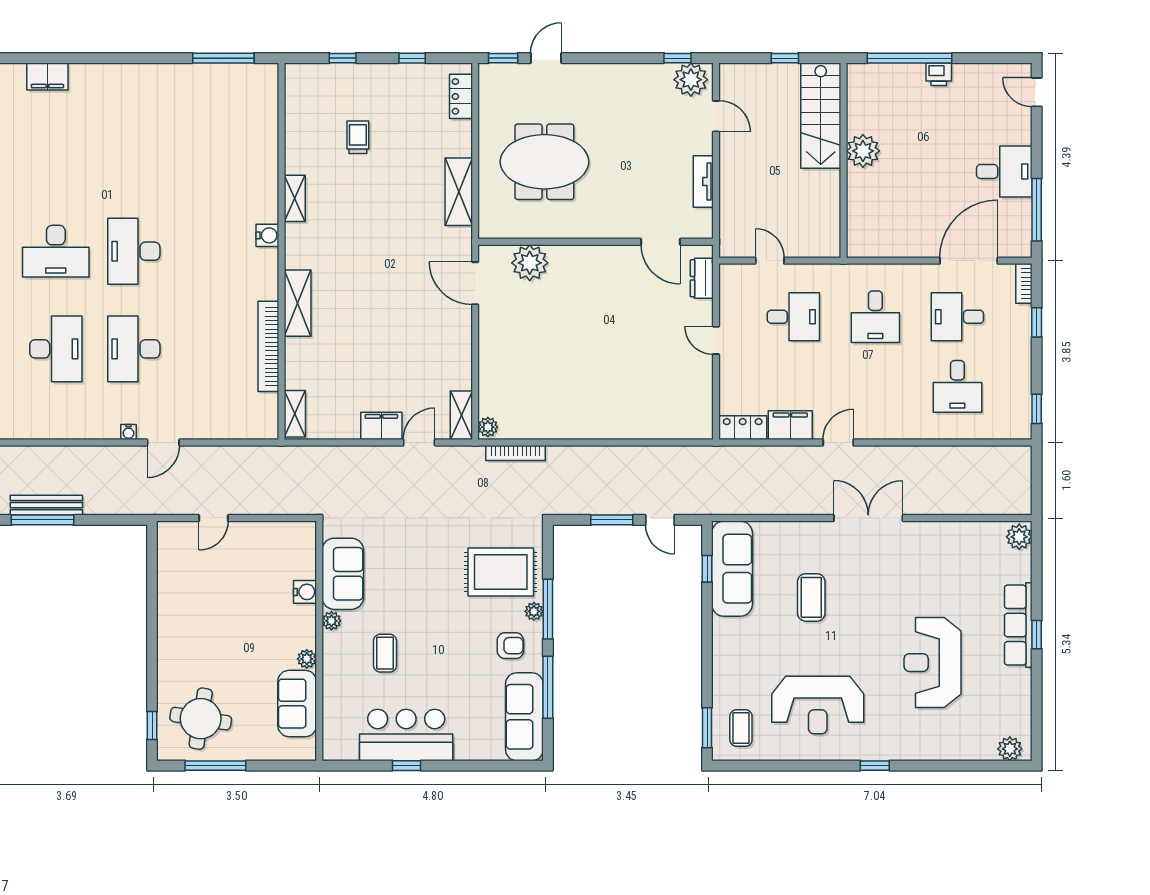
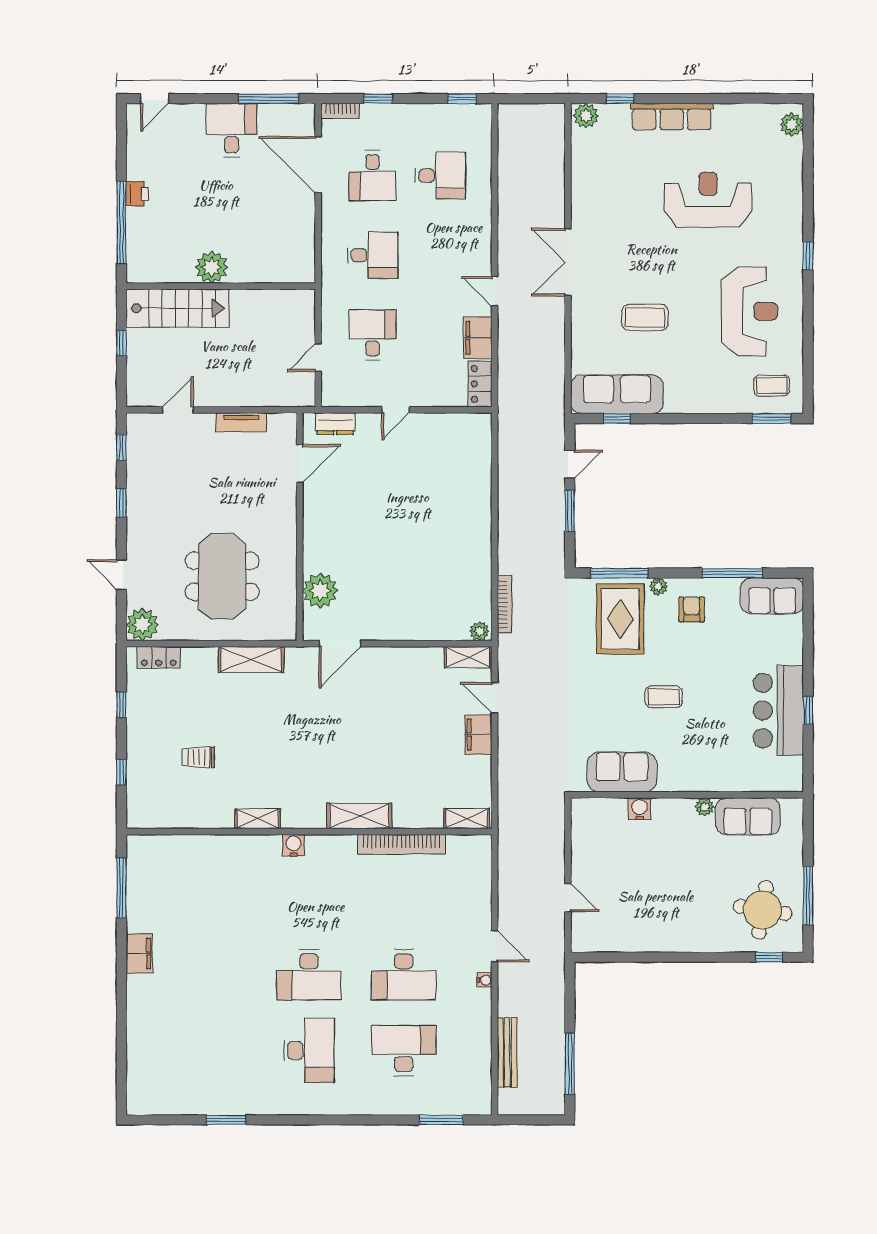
window: (503, 58) -> (121, 503), moved
filing cabinet: (47, 76) -> (139, 953), moved
plant: (691, 80) -> (142, 625), moved
bench: (46, 505) -> (507, 1053), moved
window: (548, 609) -> (619, 573), moved
plant: (331, 621) -> (668, 783), removed
window: (1037, 635) -> (620, 99), moved
coffee table: (385, 653) -> (664, 697), moved
reception desk: (933, 663) -> (708, 200), turned 180
sofa: (524, 717) -> (772, 596), width x0.73

